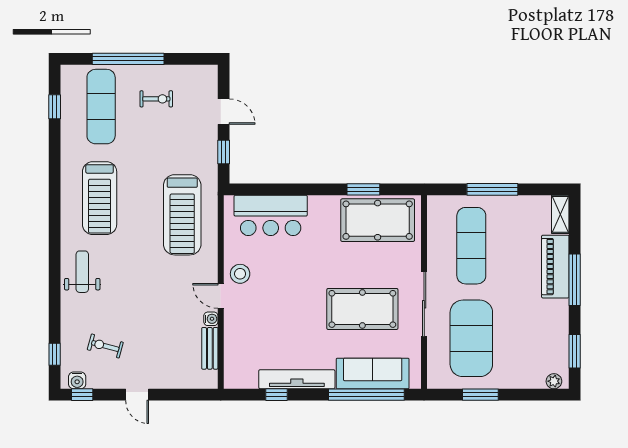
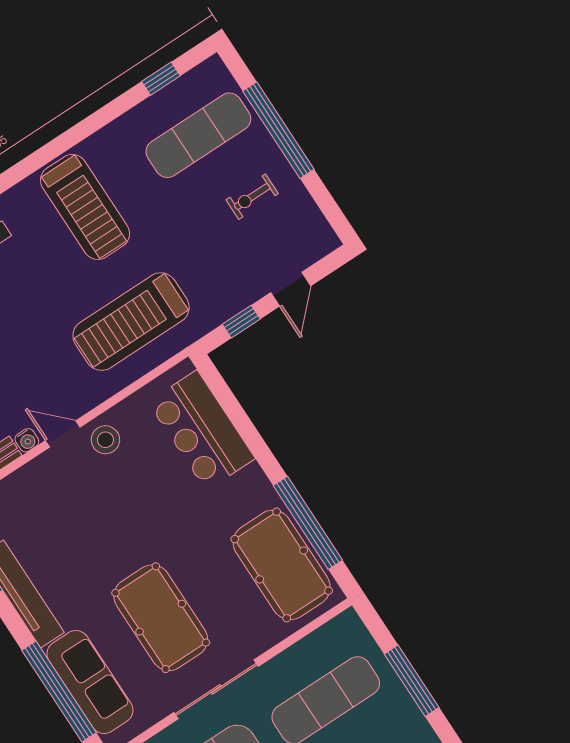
exercise bike: (156, 99) -> (252, 197), turned 90
window: (363, 189) -> (308, 523), width x2.11
treadmill: (100, 198) -> (85, 207), turned -90
door: (221, 296) -> (63, 434), hinge flipped

